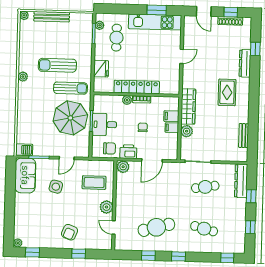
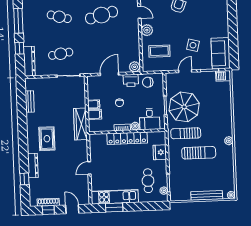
desk: (104, 124) -> (150, 119), moved, turned 90
plant: (187, 131) -> (80, 102), removed
window: (250, 227) -> (18, 21), width x2.17

